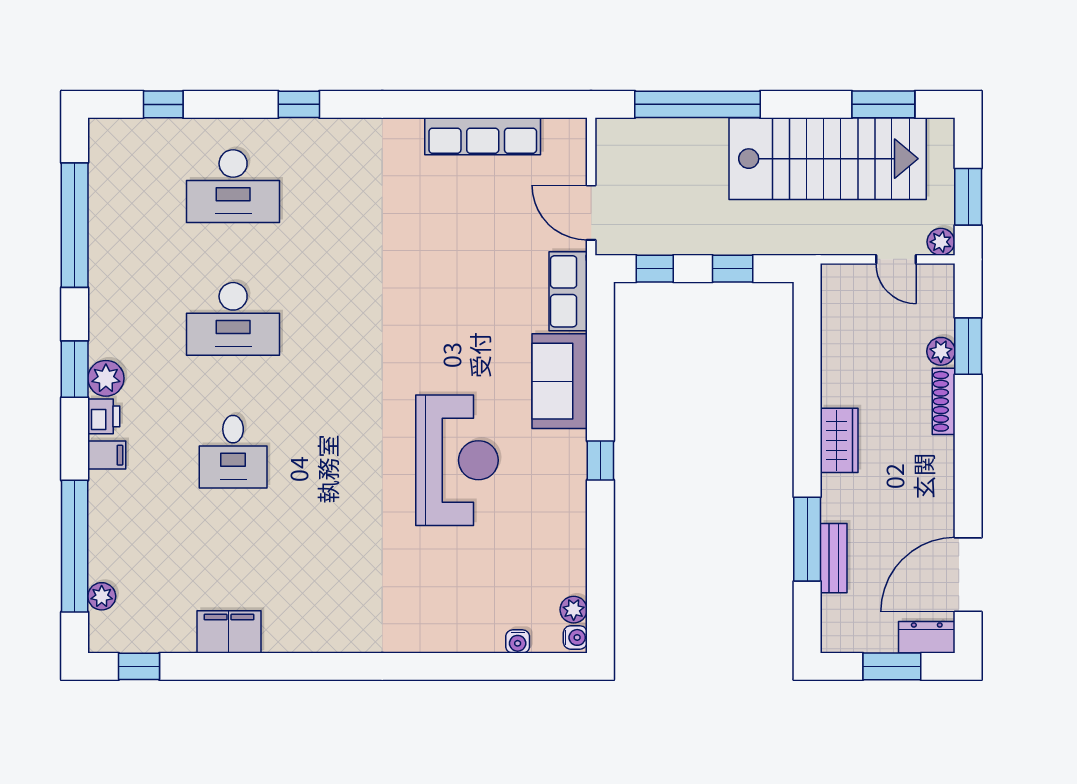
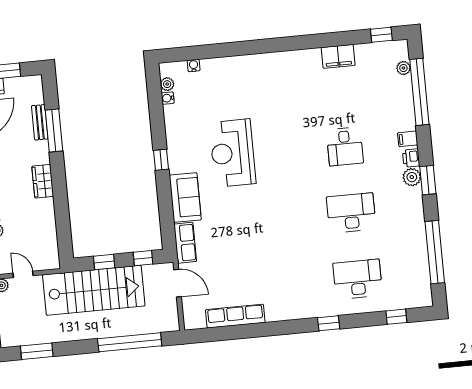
stairs: (828, 159) -> (94, 290), moved, turned 180
desk: (233, 452) -> (345, 147), turned 180
water cooler: (575, 637) -> (168, 98), moved

